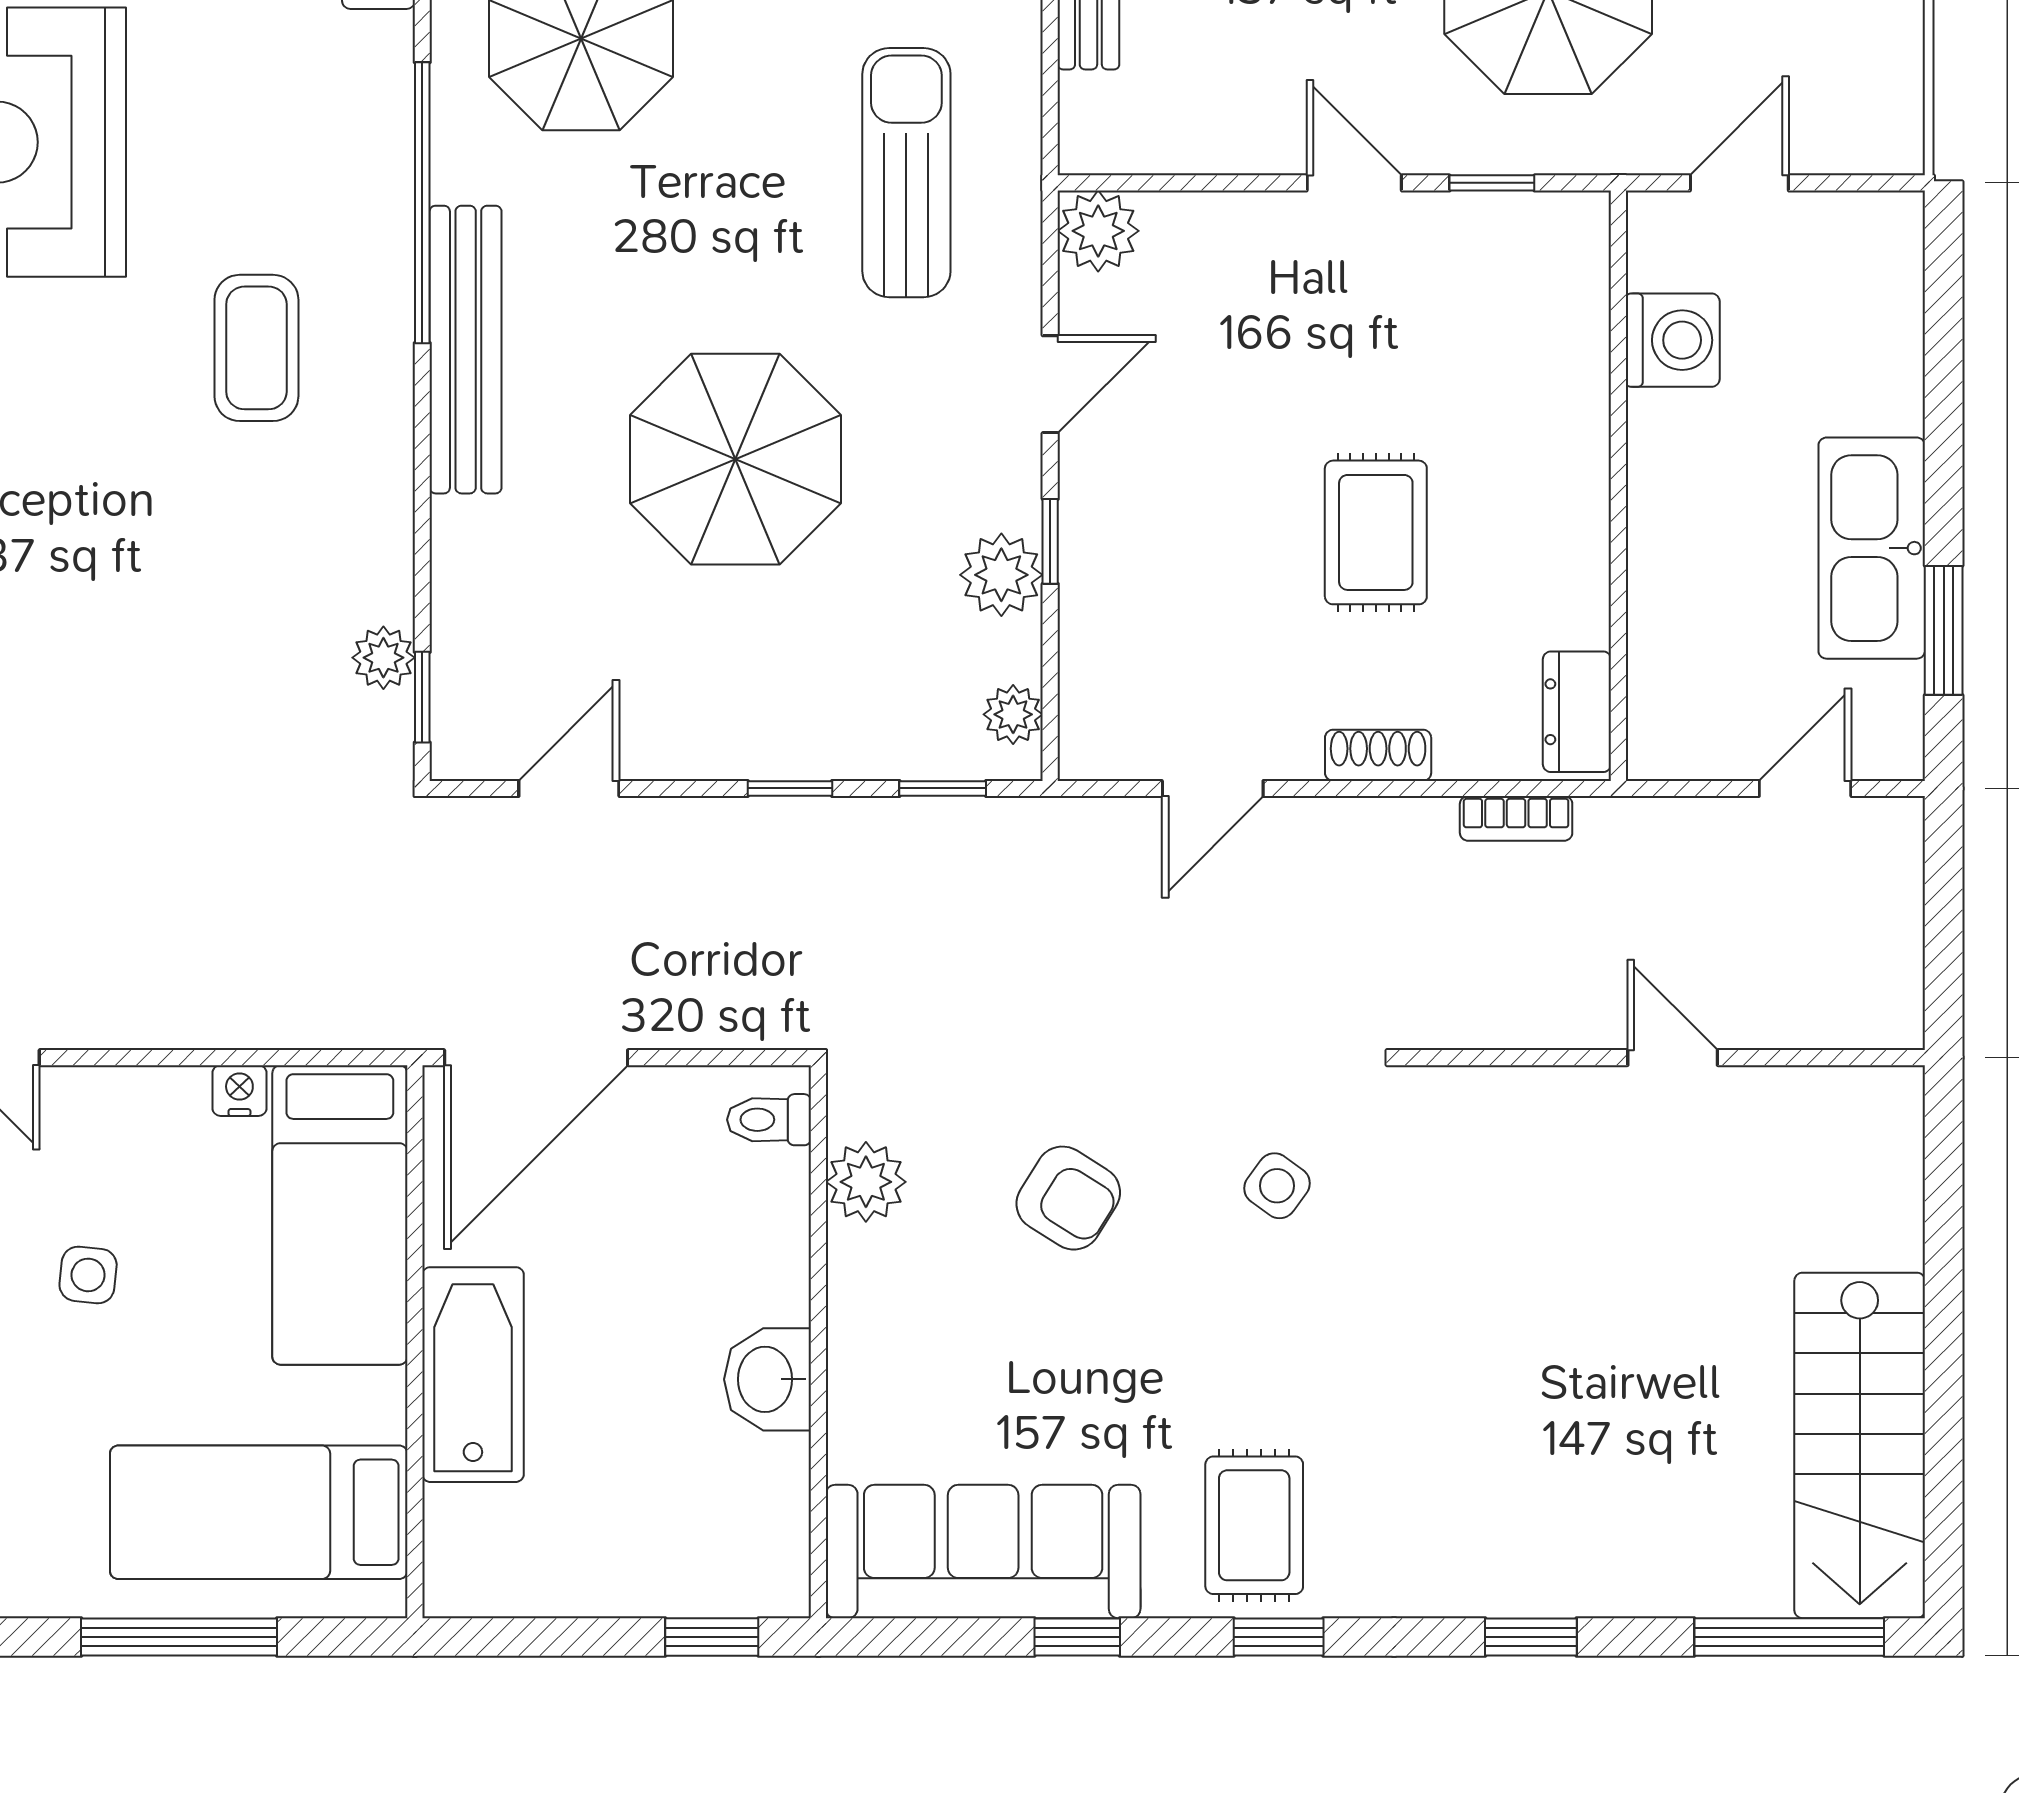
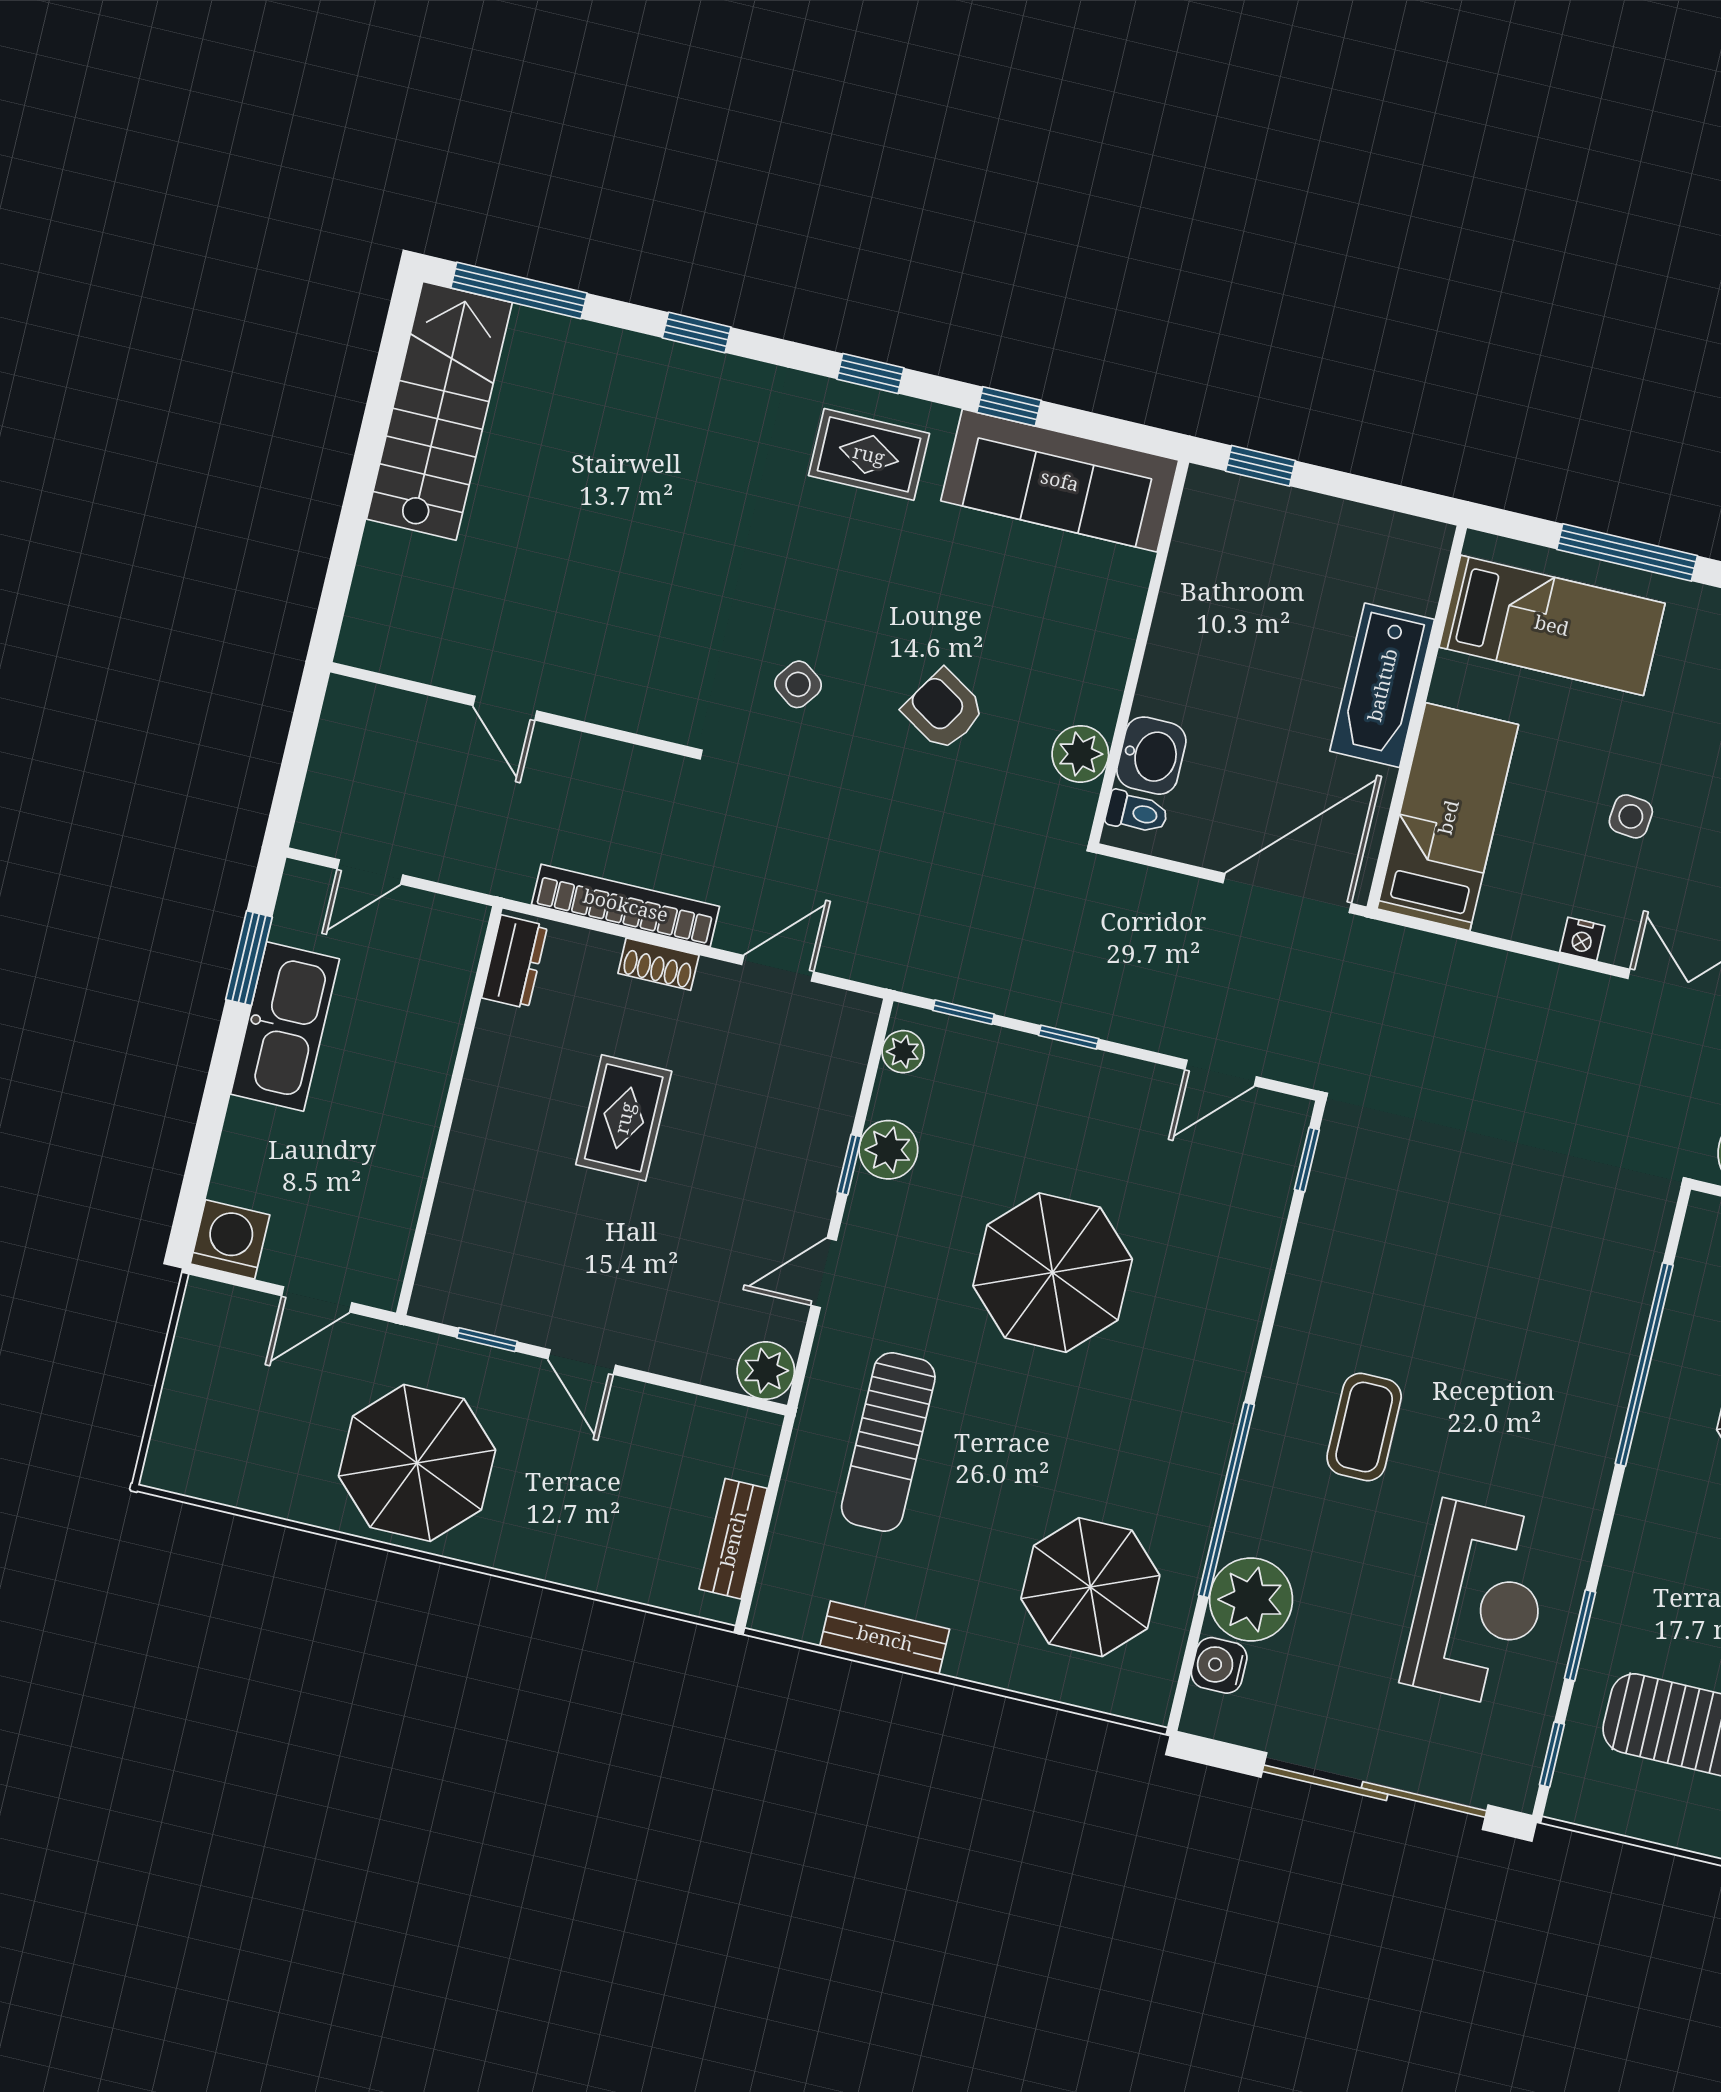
washing machine: (1673, 340) -> (230, 1239), moved, turned 90
bench: (466, 350) -> (1220, 1392), removed
plant: (383, 658) -> (1251, 1600), moved, width x1.88, depth x1.88
bookcase: (1516, 818) -> (626, 905), width x2.31, depth x1.31
nightstand: (239, 1091) -> (1582, 939), moved
washbasin: (768, 1379) -> (1151, 756), moved
rug: (1254, 1525) -> (869, 454), turned 90

